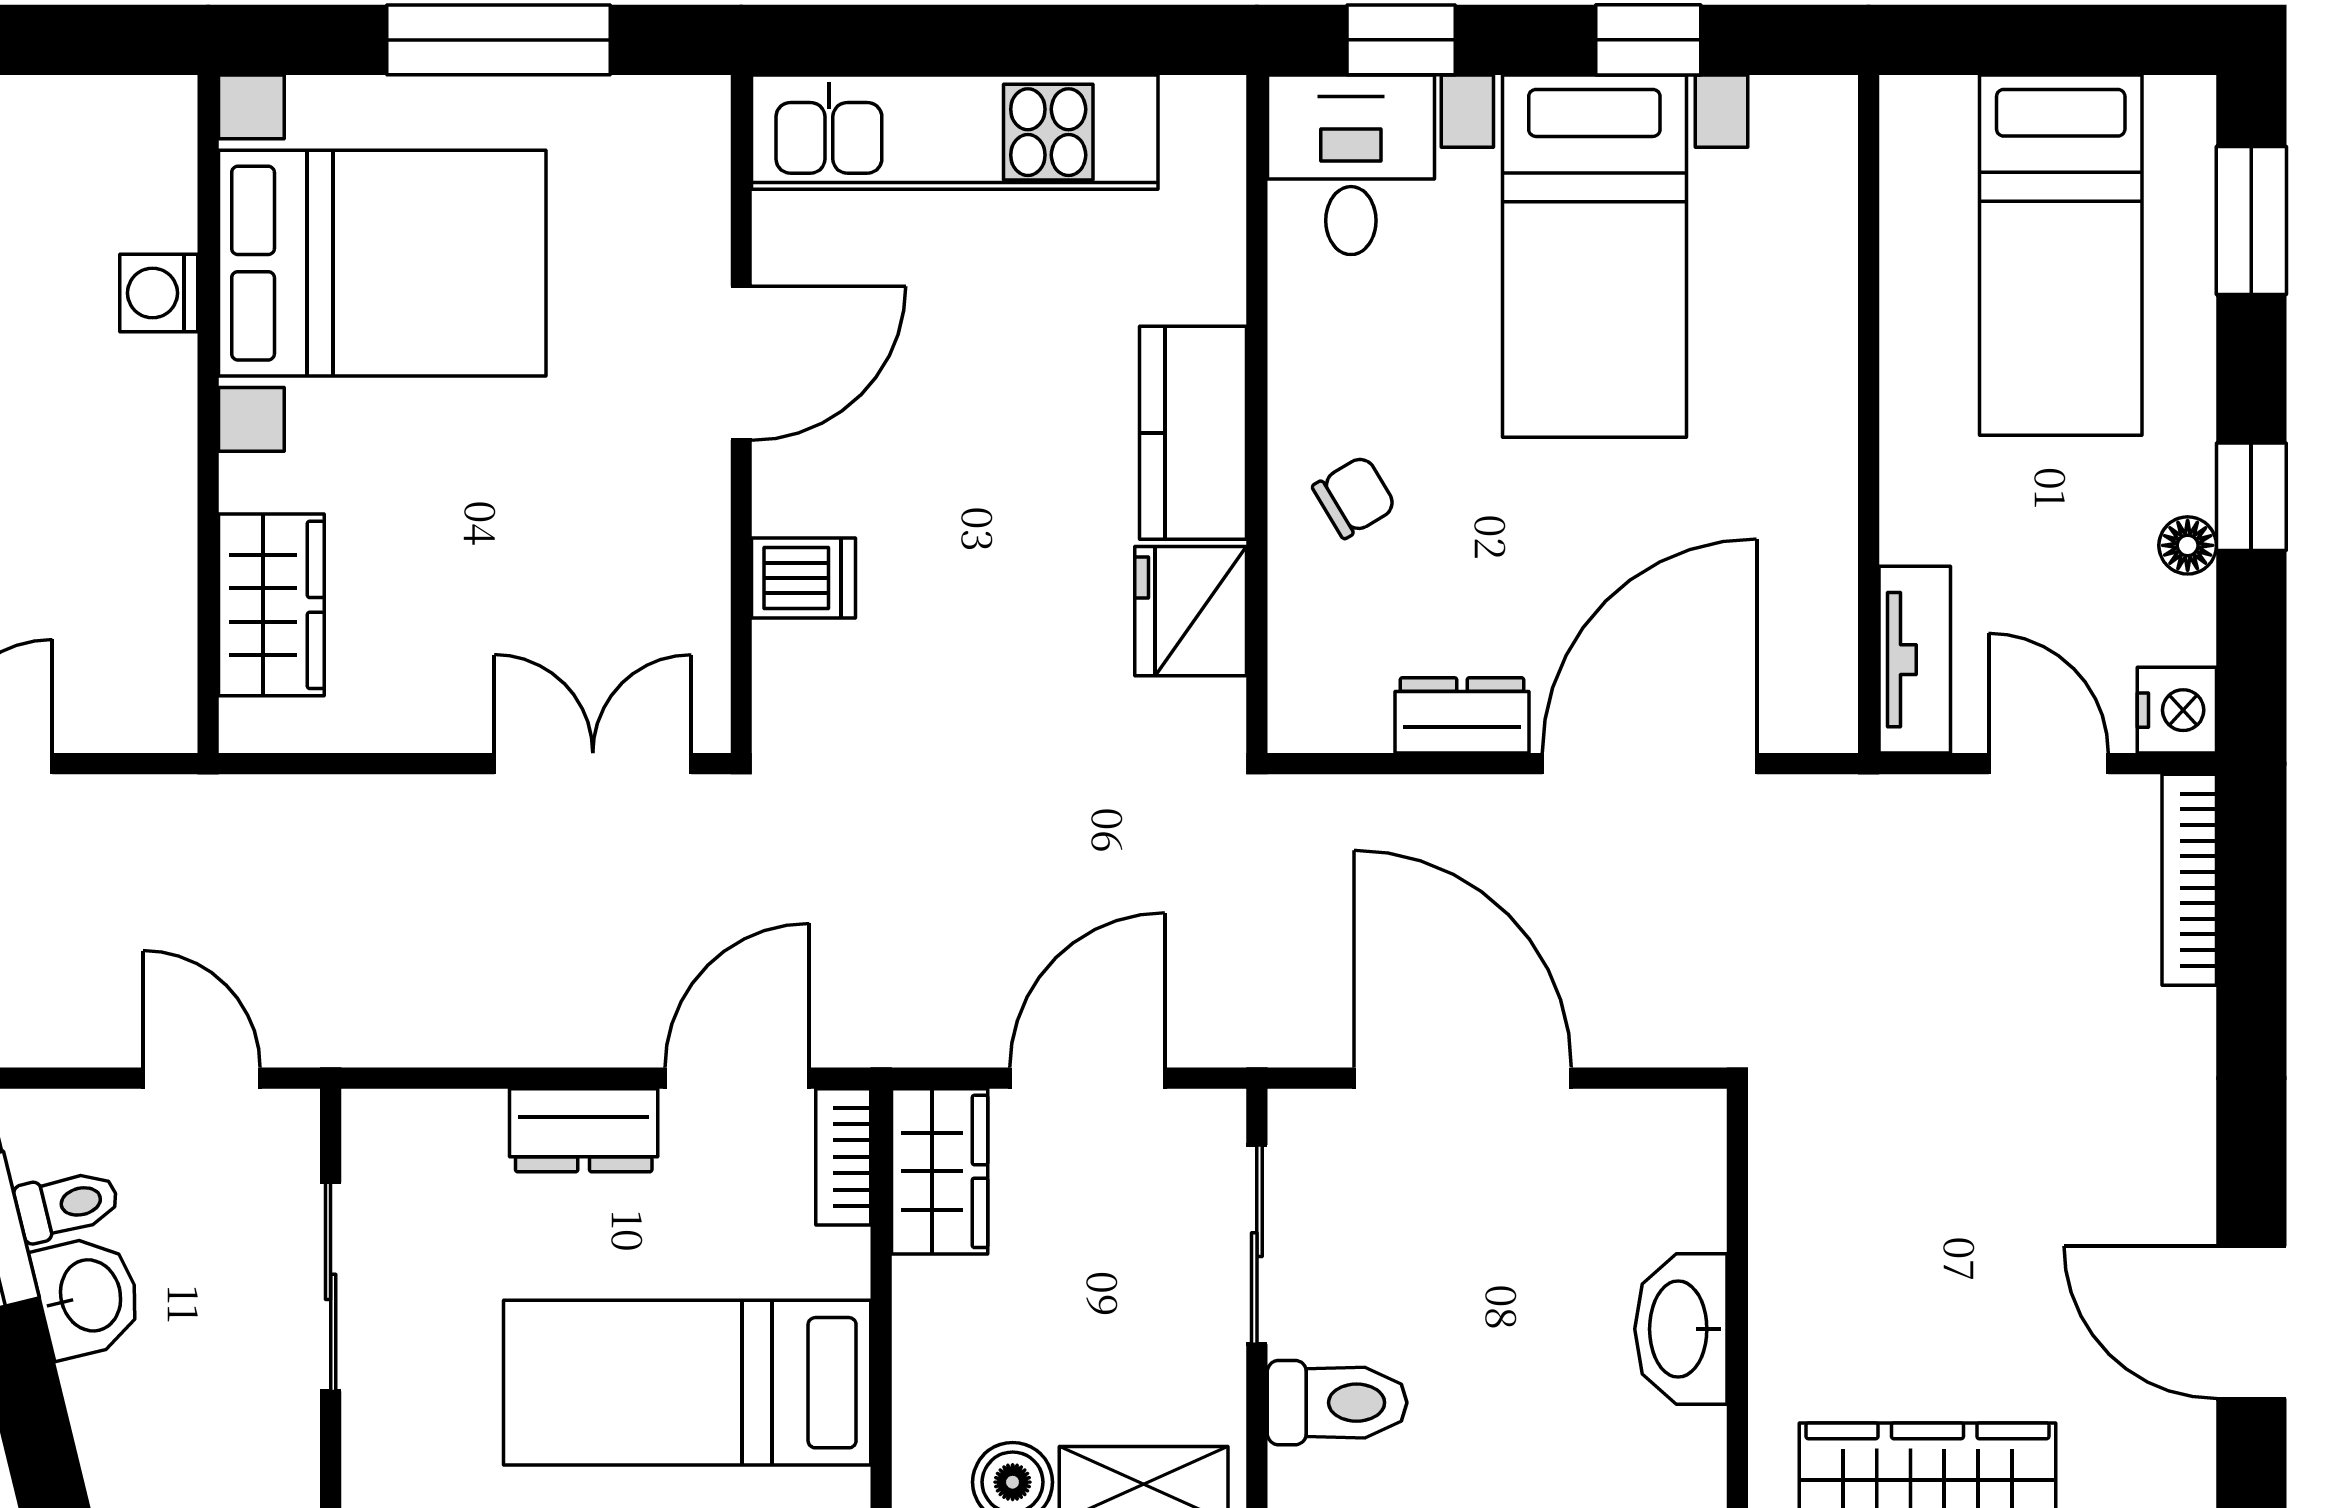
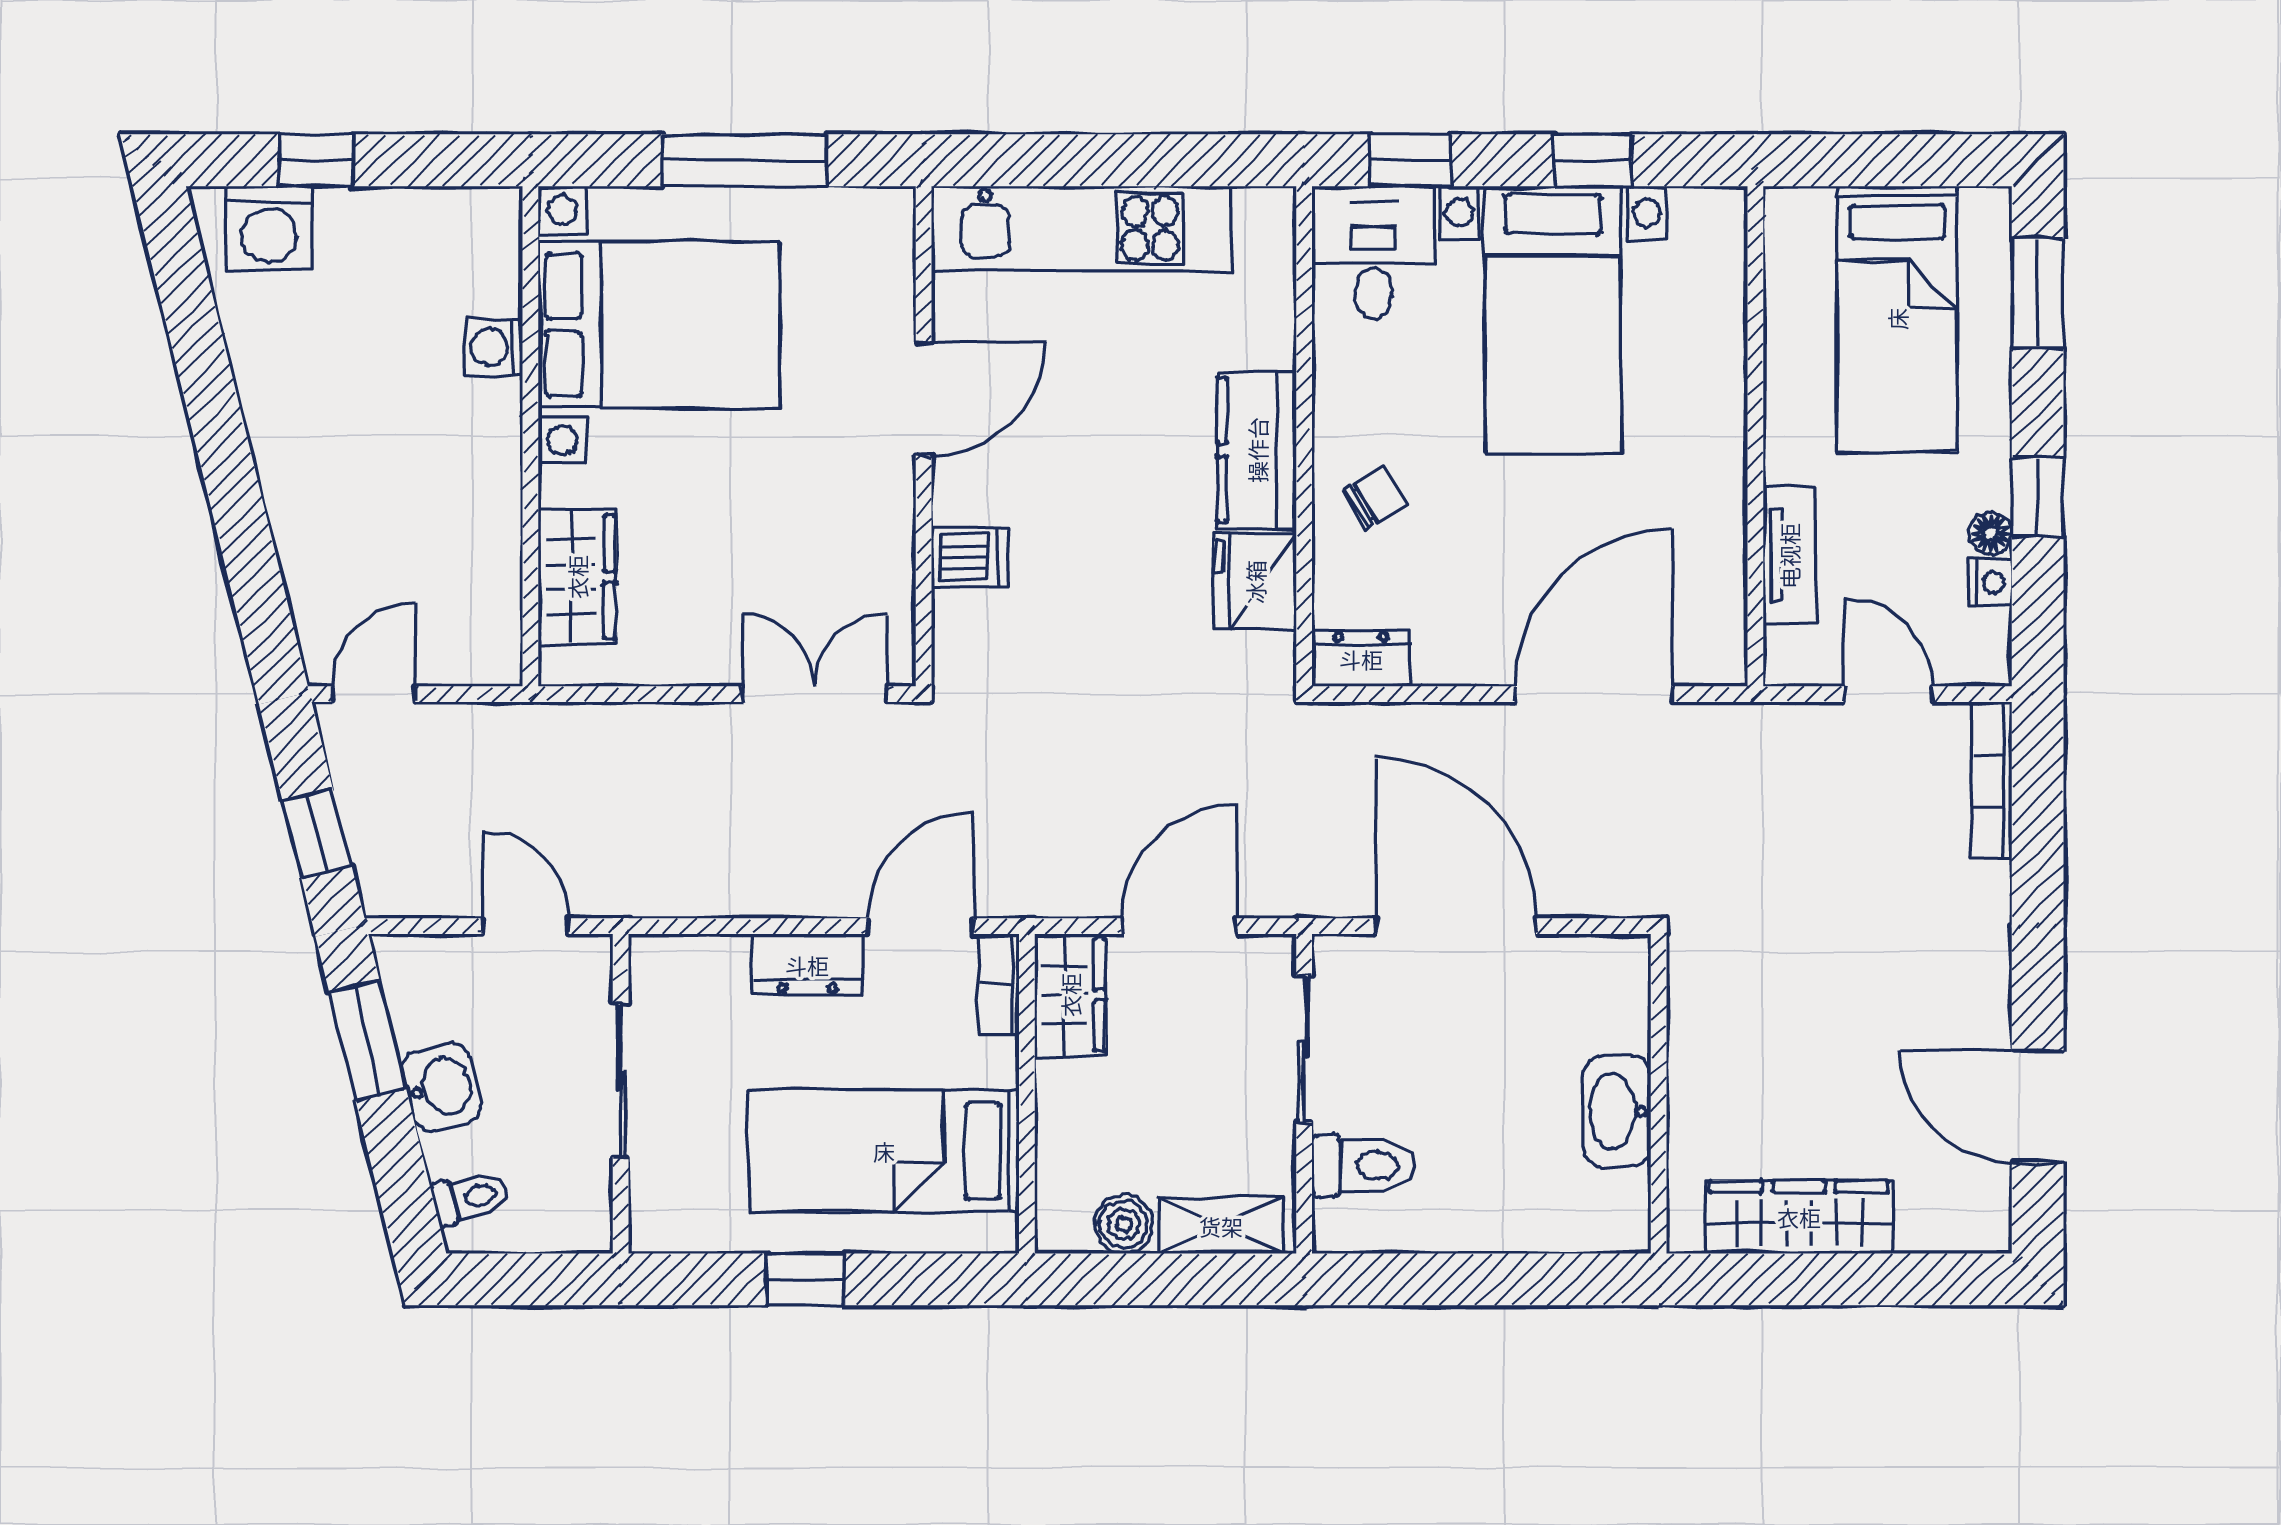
tv unit: (1915, 660) -> (1789, 556), moved
nightstand: (2177, 710) -> (1990, 582), moved, width x0.72, depth x0.74
dresser: (1462, 715) -> (1361, 659), moved
toilet: (67, 1205) -> (470, 1198), moved

